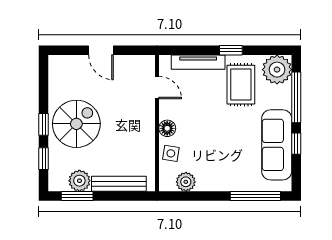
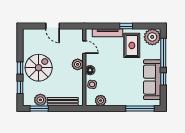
plant: (145, 118) -> (78, 64), added

